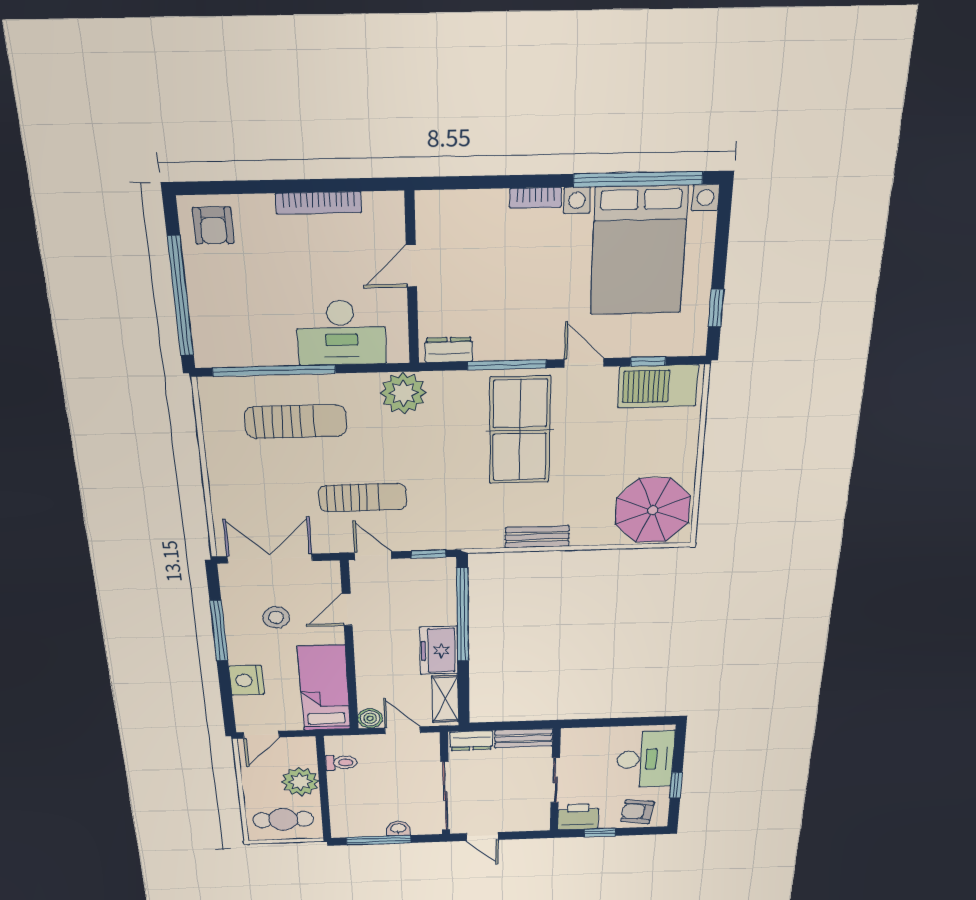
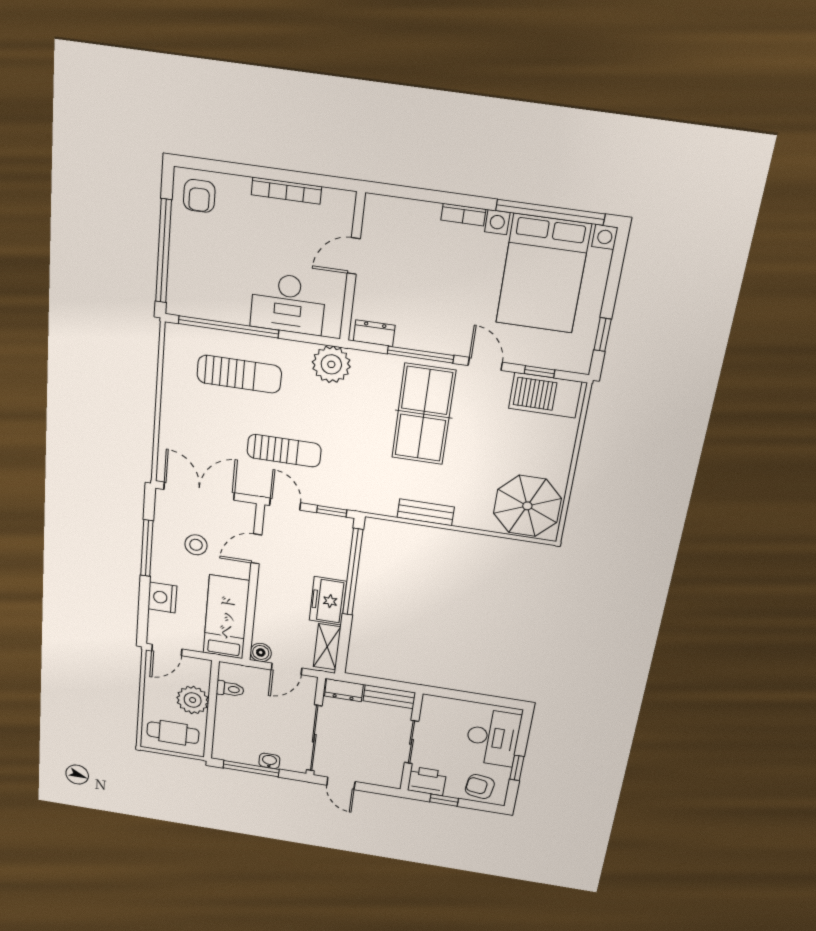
door: (403, 730) -> (287, 669), swing flipped

